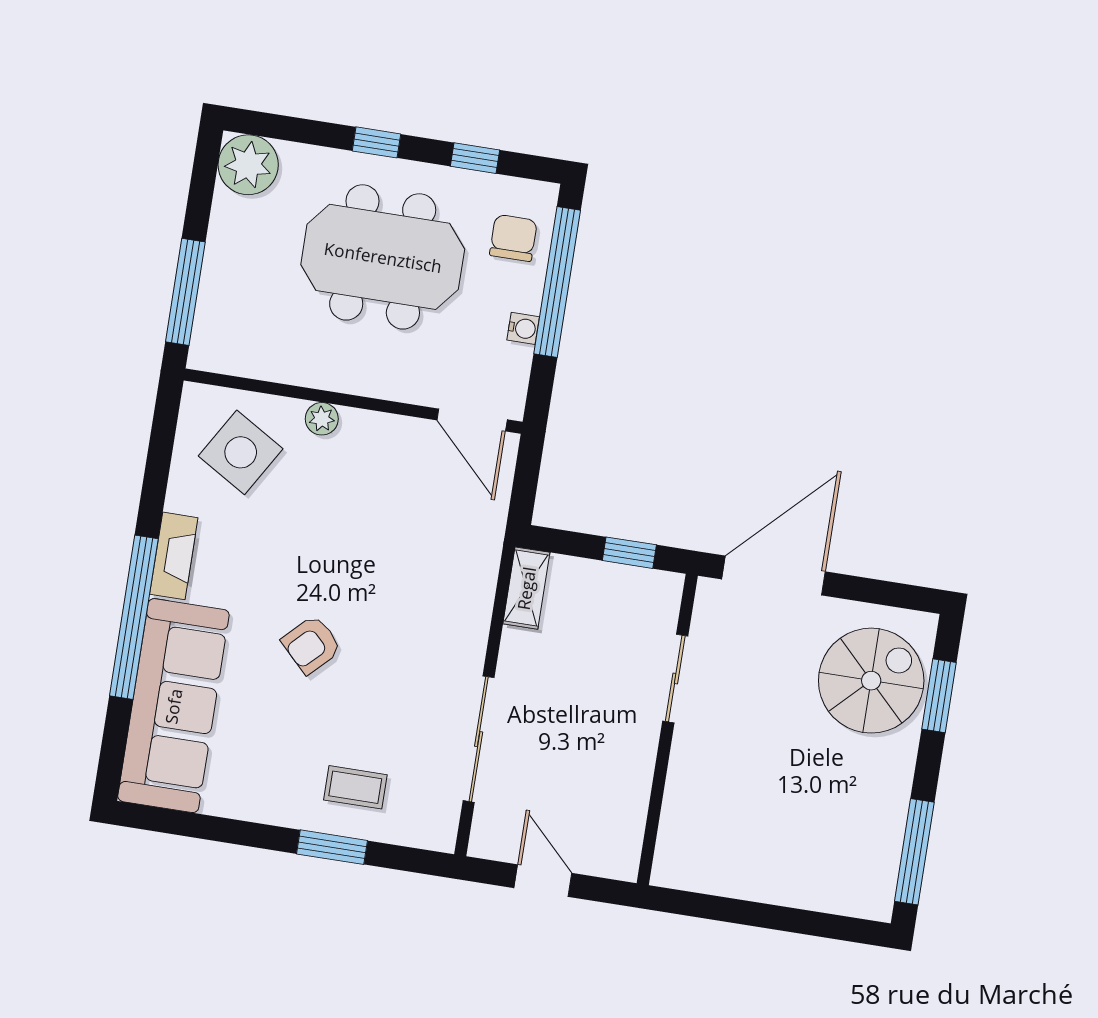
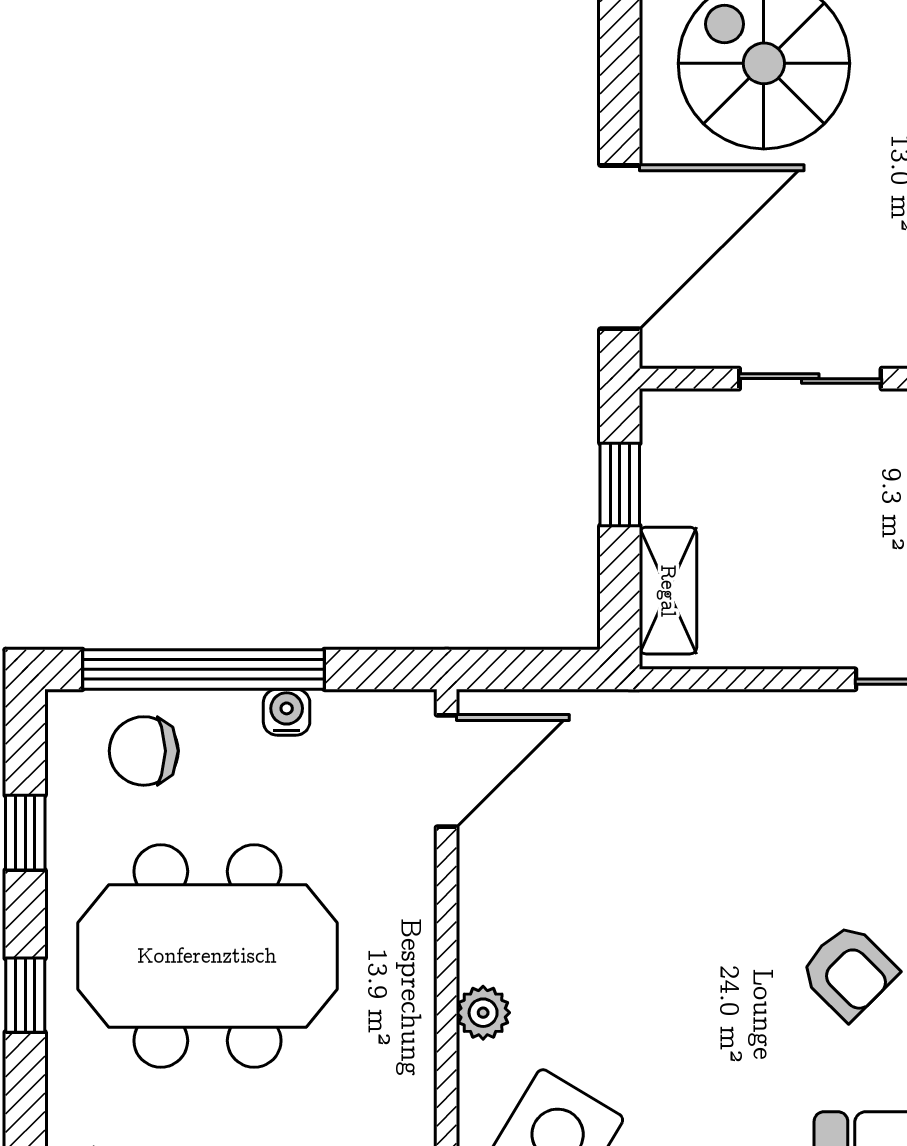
meeting table: (383, 257) -> (207, 956), turned 90
door: (773, 575) -> (620, 247), swing flipped
shelving: (526, 588) -> (668, 591), moved, turned 90

